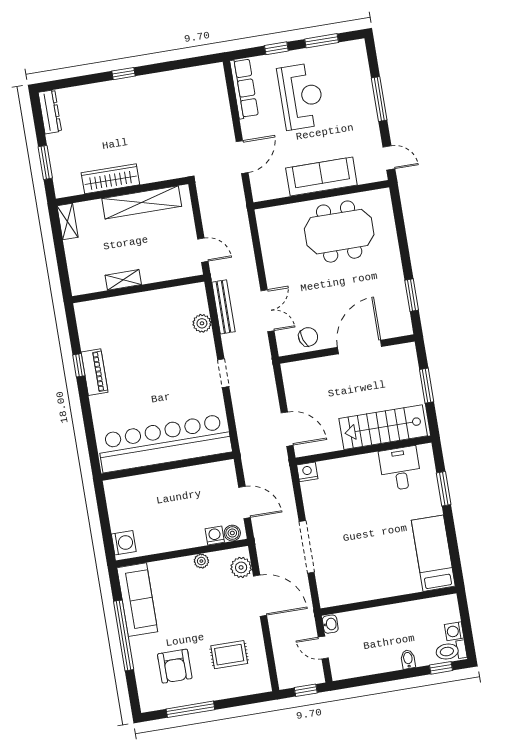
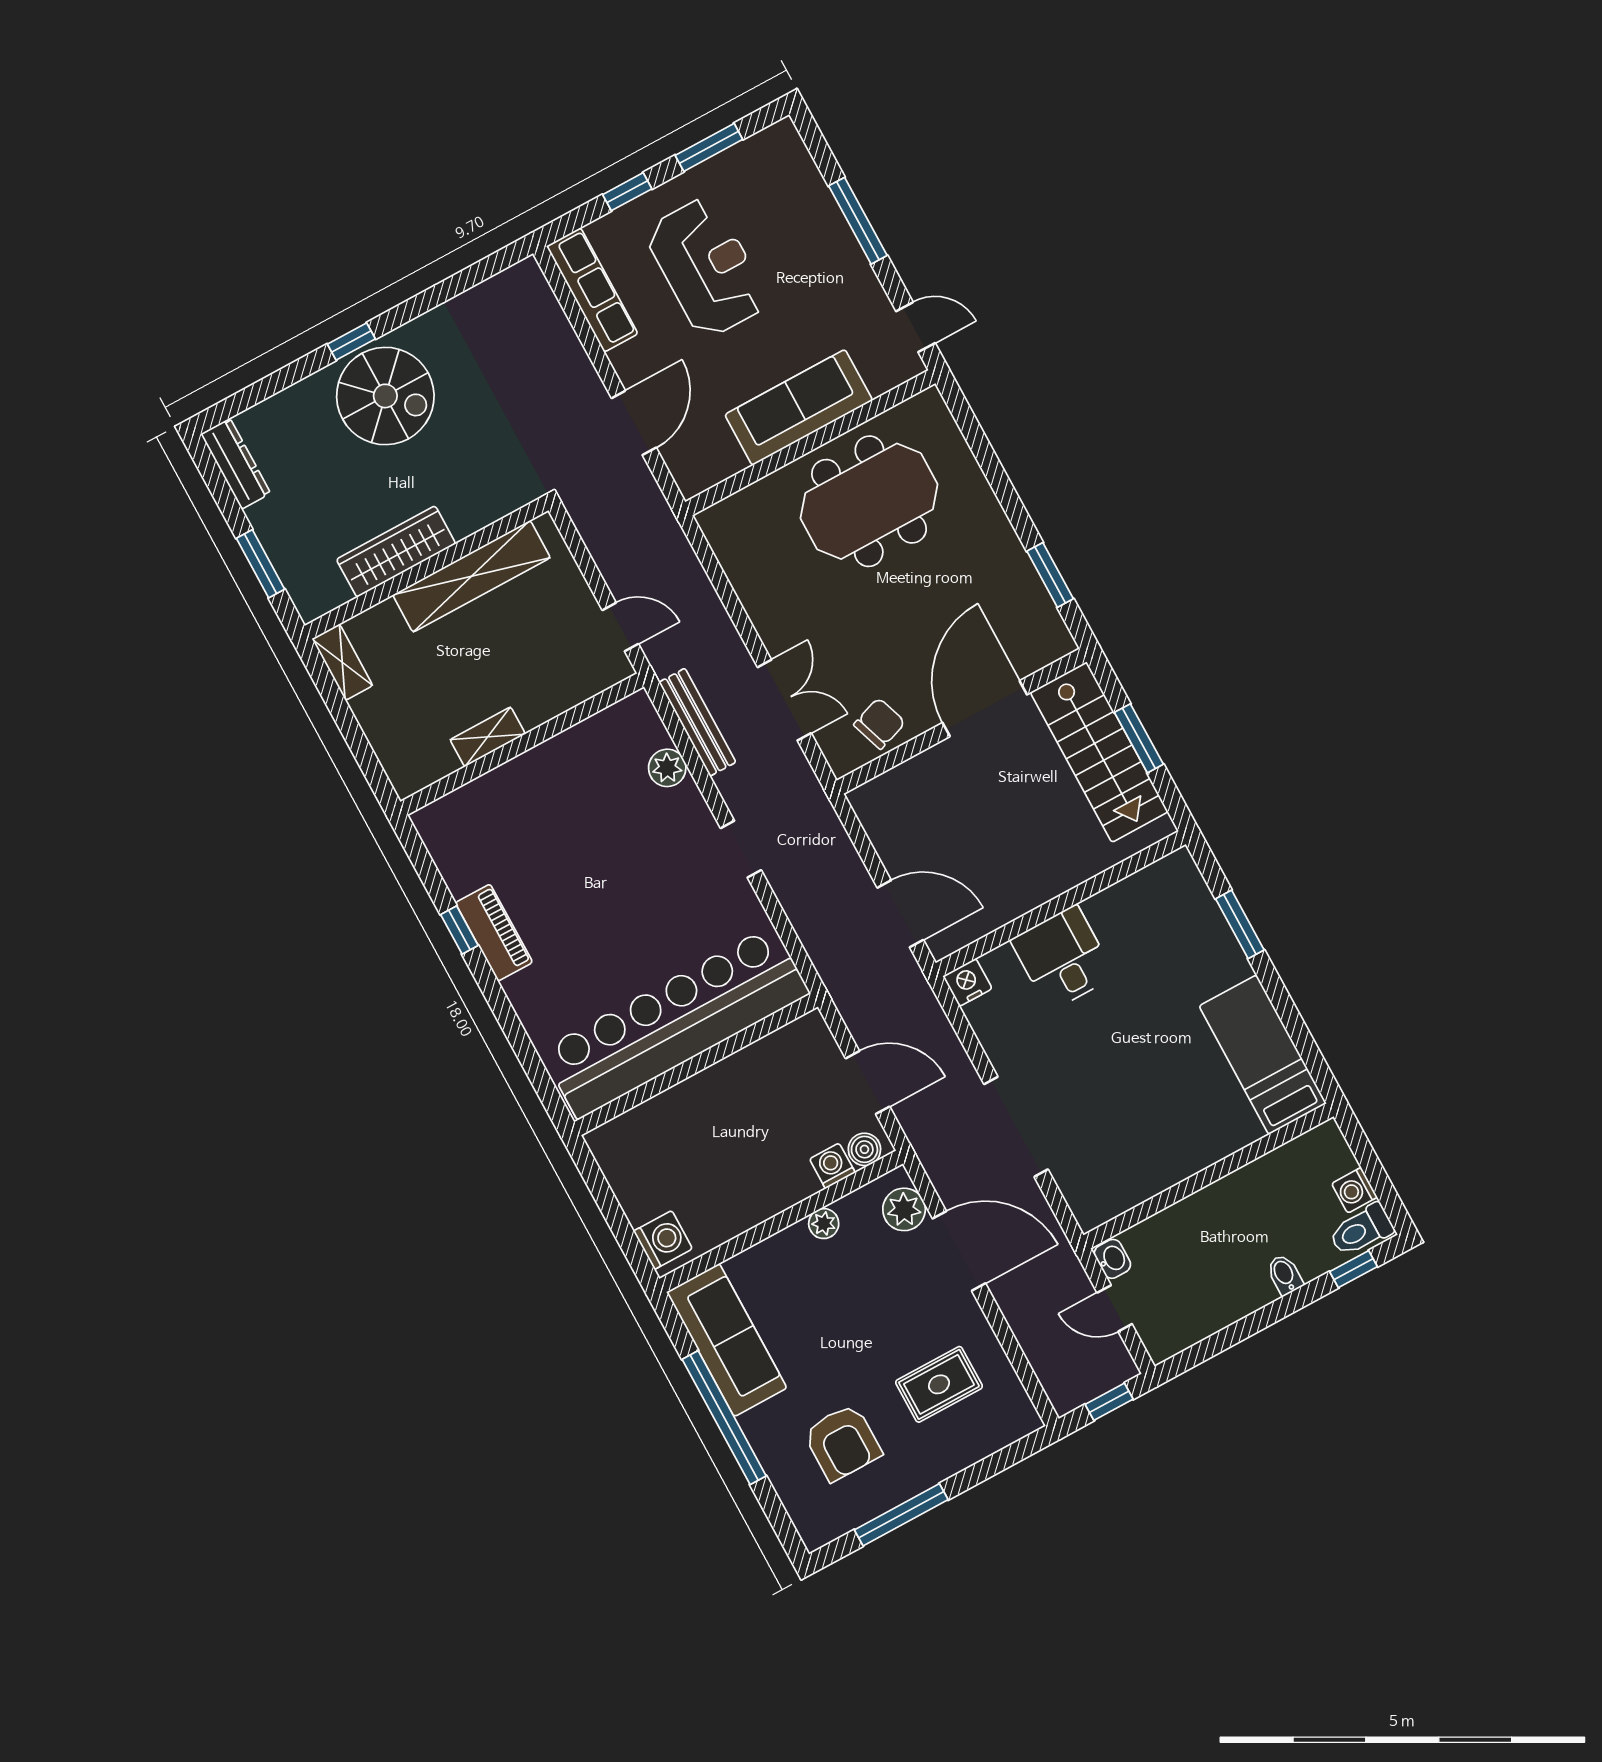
spiral stairs: (131, 104) -> (385, 396), added
stairs: (383, 427) -> (1099, 752), moved, turned -90
desk: (400, 468) -> (1063, 958), moved

